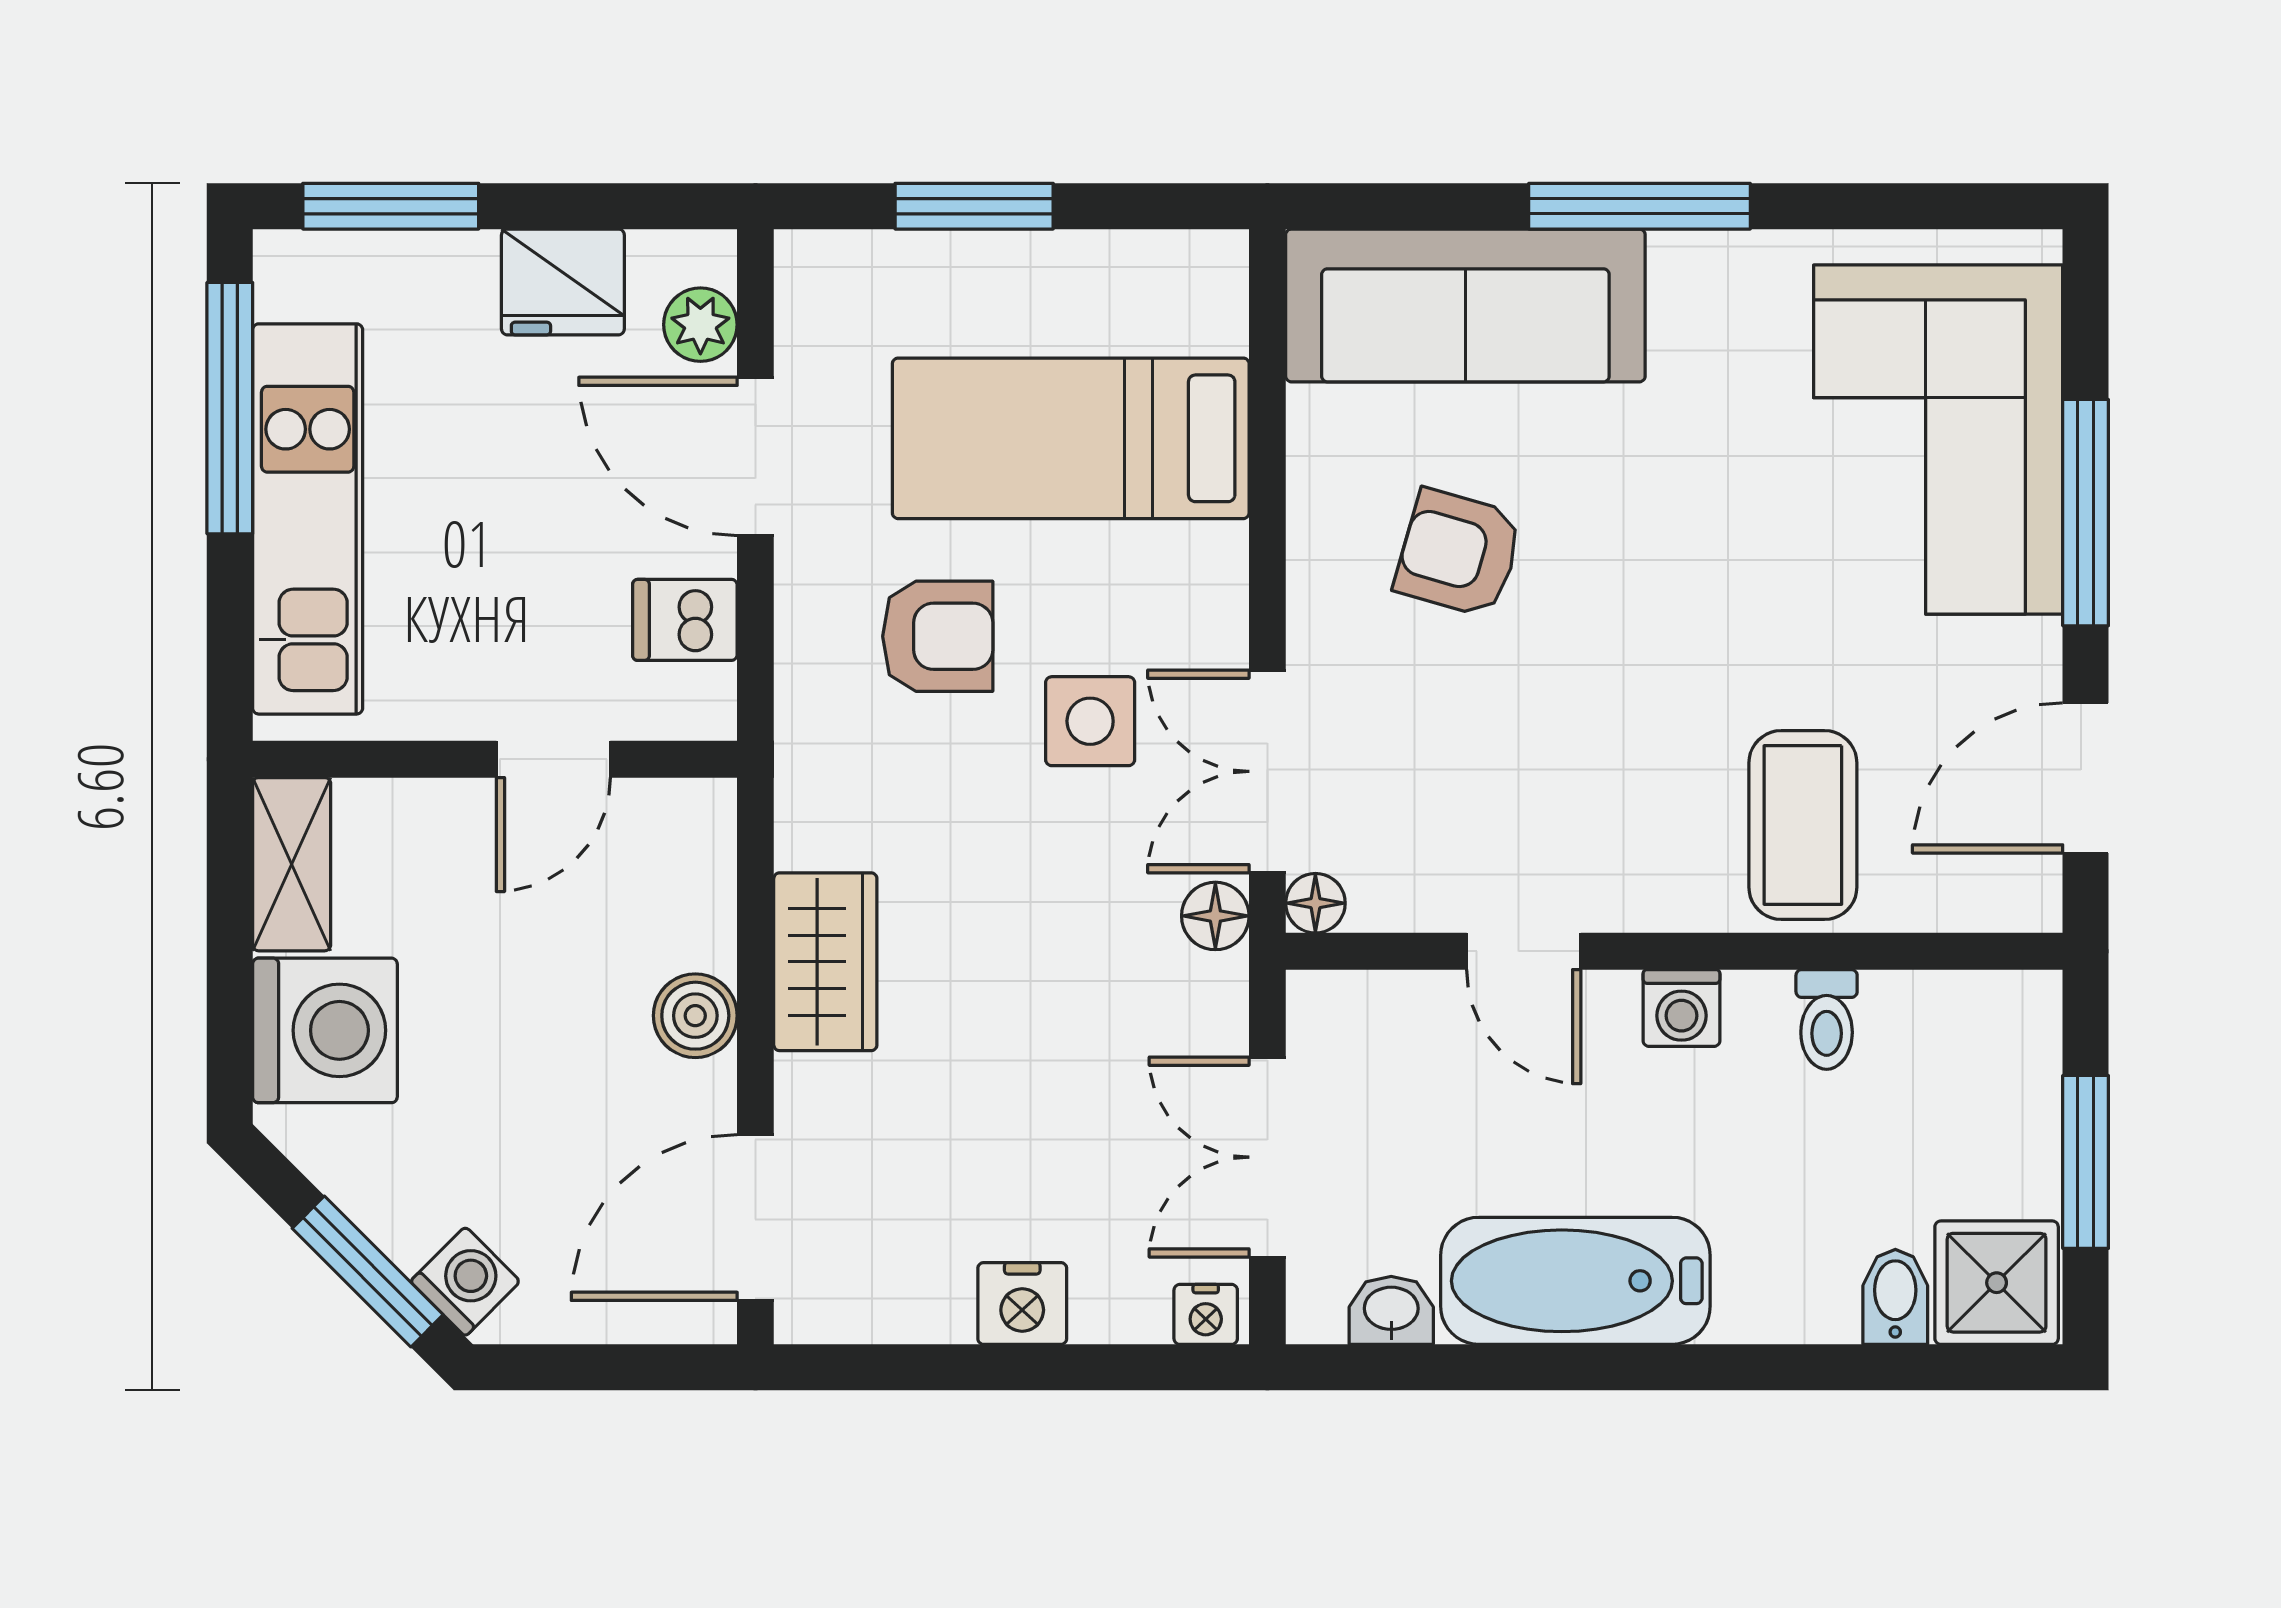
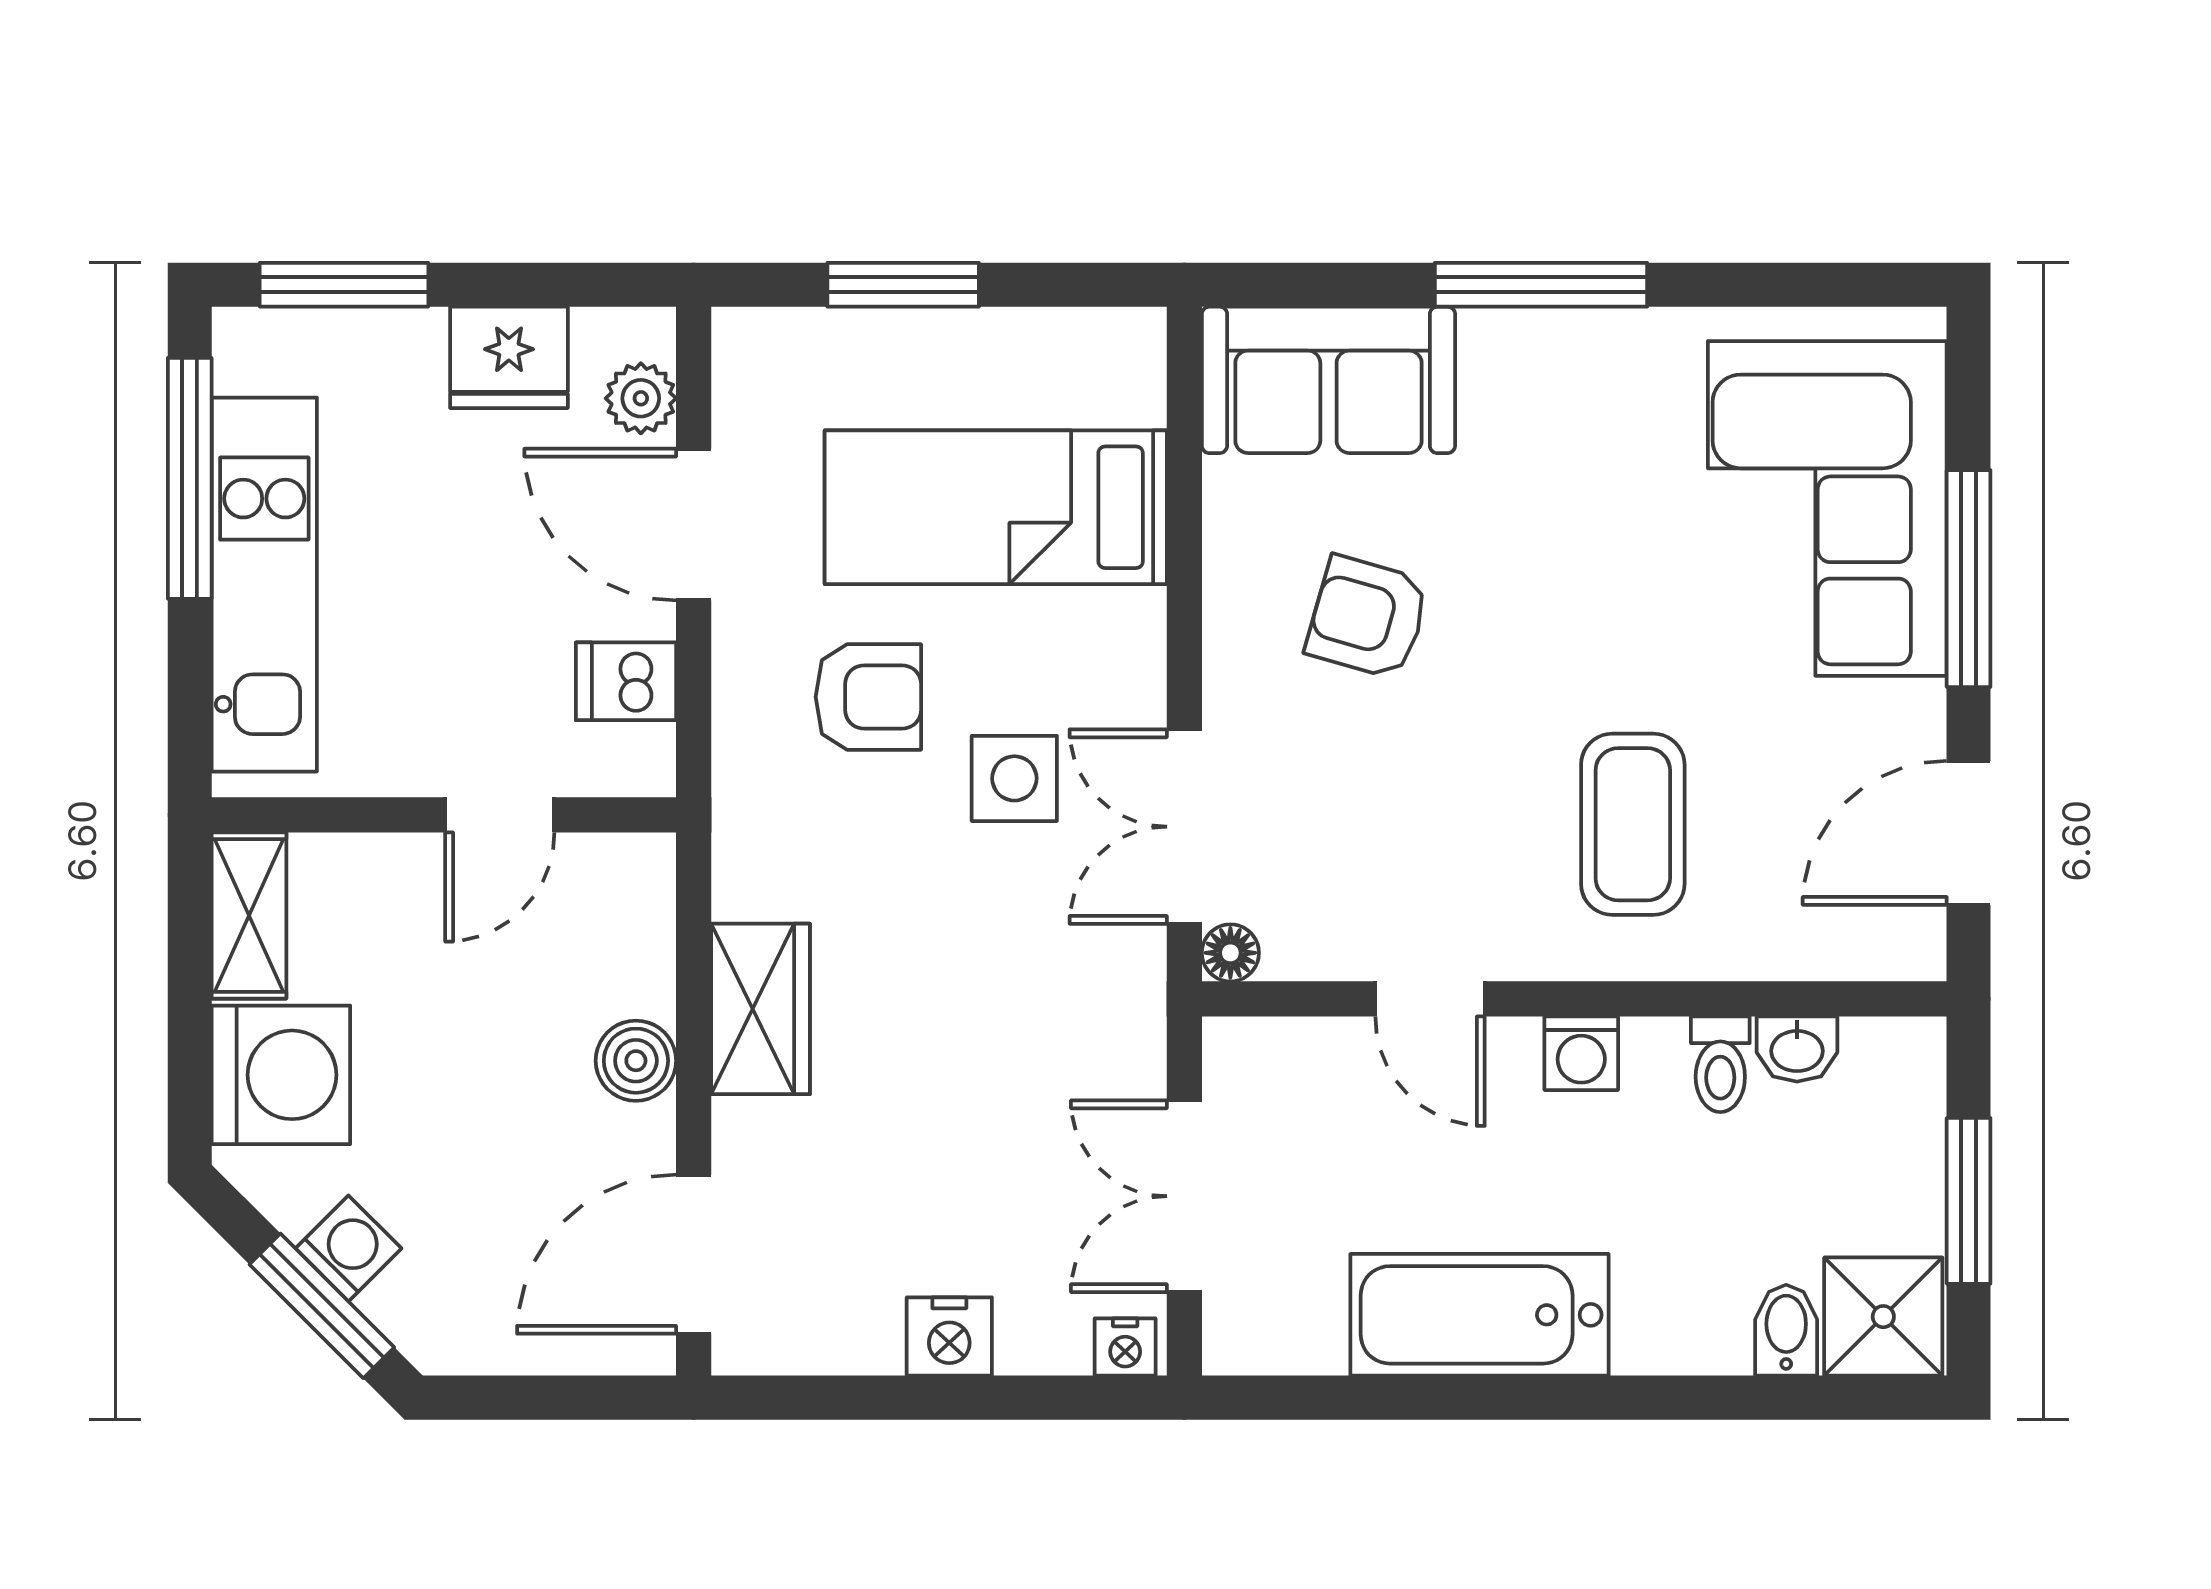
sofa: (1465, 305) -> (1328, 380), width x0.73
coffee table: (1803, 825) -> (1633, 824), moved
floor lamp: (1215, 916) -> (1134, 965), removed
washing machine: (465, 1281) -> (348, 1248), moved
washbasin: (1391, 1310) -> (1797, 1049), moved, turned 180

